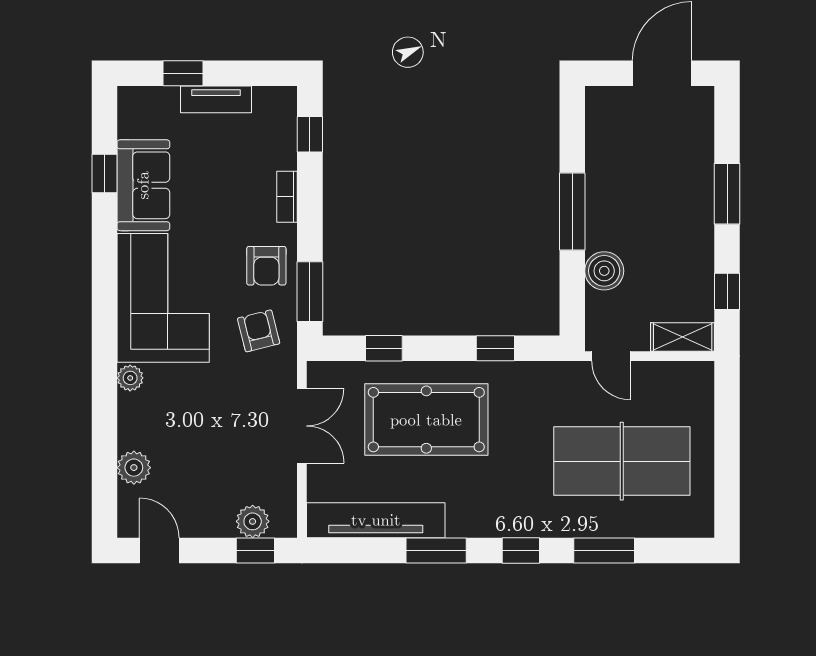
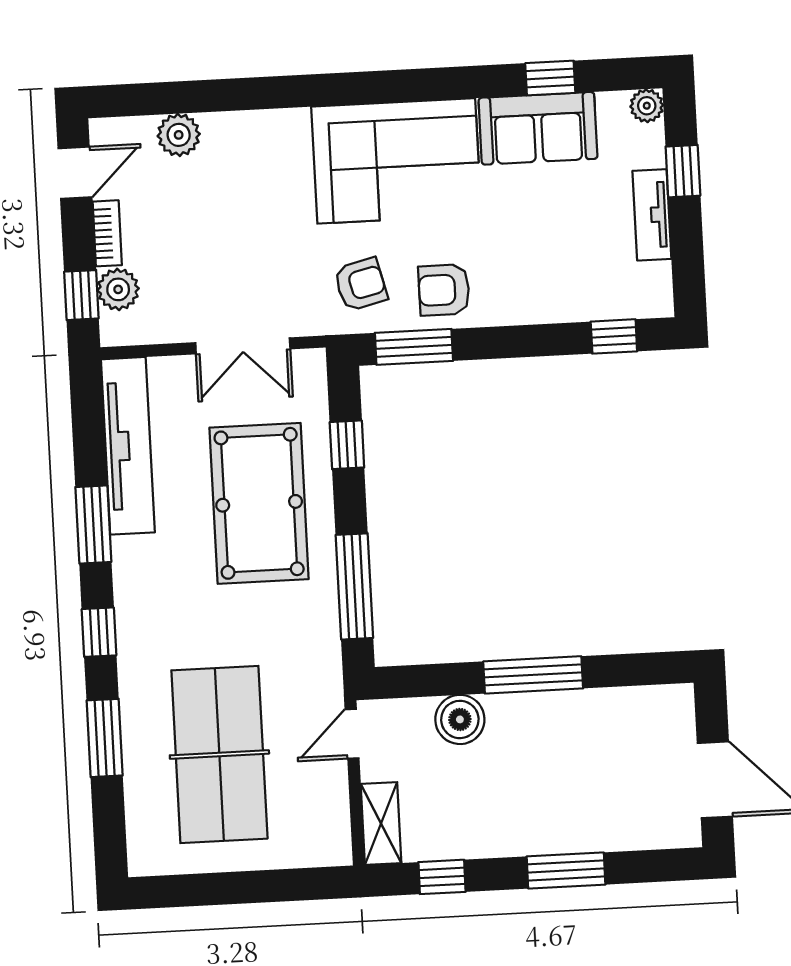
bookcase: (287, 197) -> (107, 233), moved, turned 90
window: (495, 348) -> (354, 586), width x2.17
plant: (130, 378) -> (647, 106), moved

